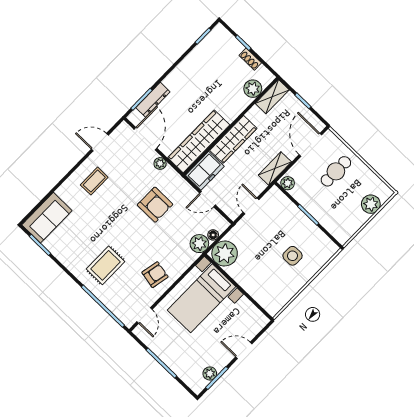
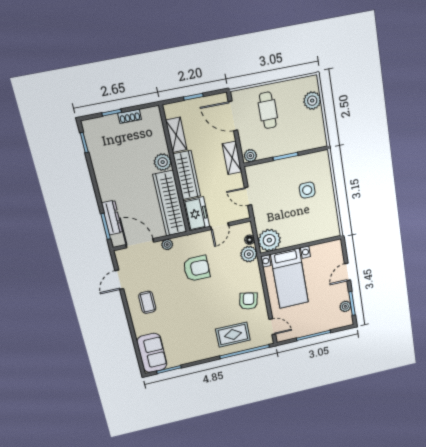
plant: (253, 89) -> (163, 162), moved
shelving: (272, 97) -> (176, 135), moved
rug: (105, 265) -> (233, 335), moved, turned 90

